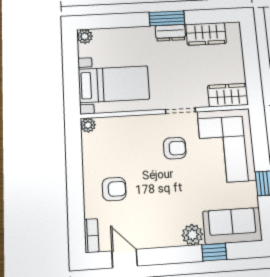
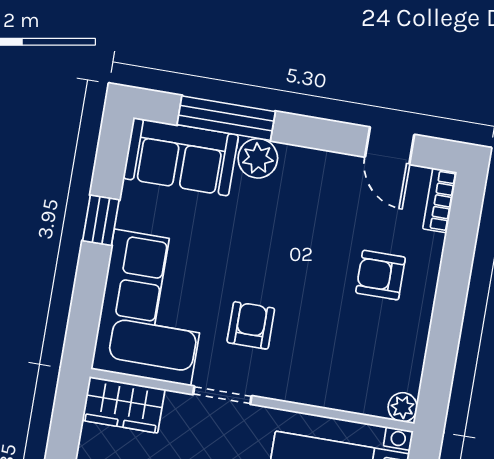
armchair: (175, 148) -> (251, 325), turned 90
window: (214, 252) -> (226, 118), width x2.17

